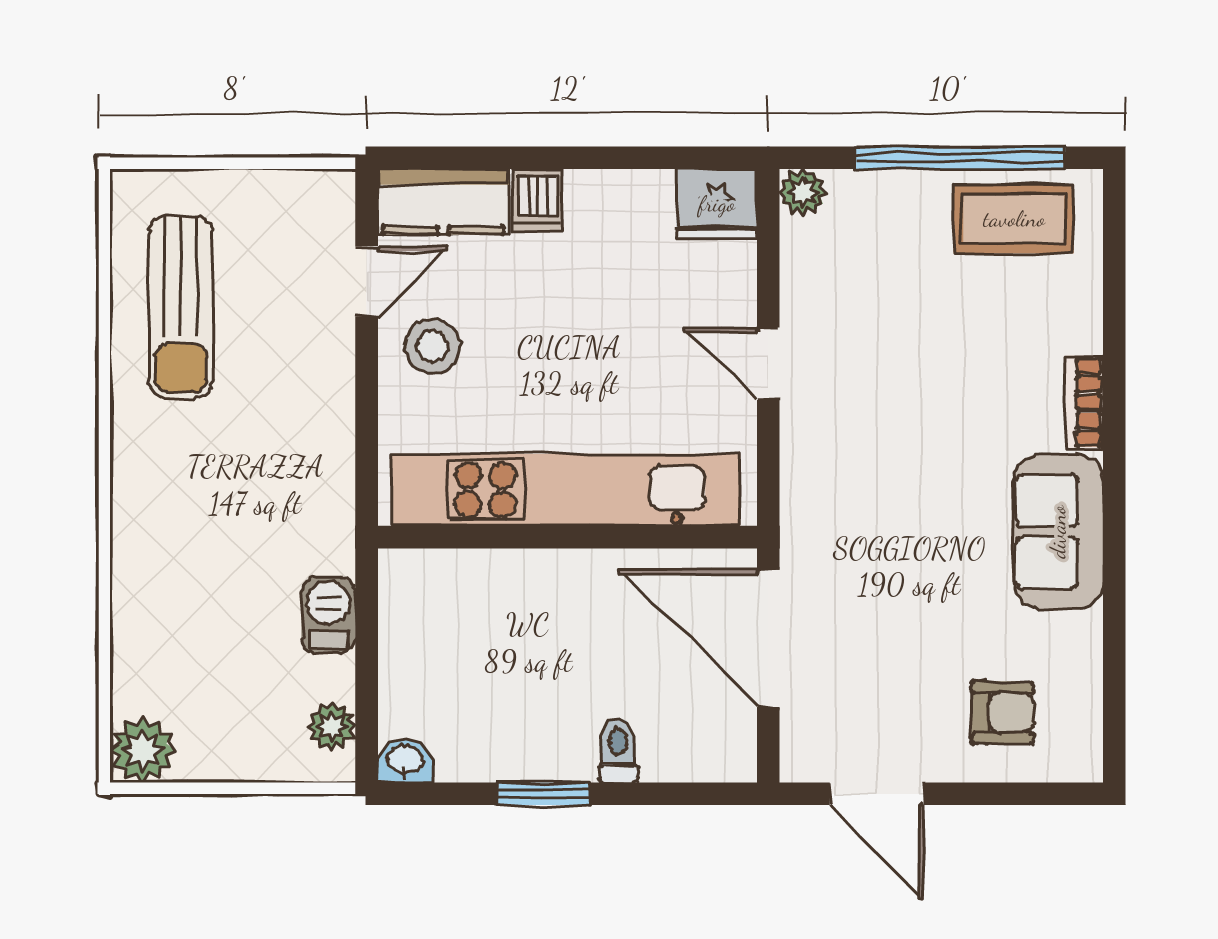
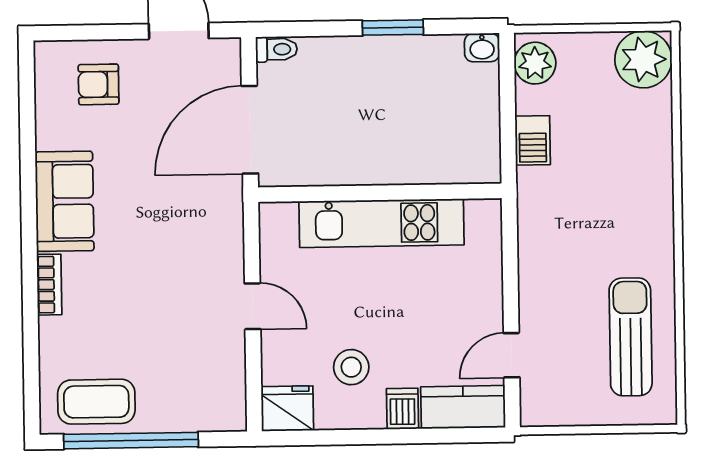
plant: (803, 192) -> (232, 417), removed
stool: (432, 346) -> (351, 367), moved
kitchen unit: (566, 490) -> (382, 223), width x0.73
door: (768, 638) -> (250, 130), swing flipped
plant: (332, 726) -> (535, 63), width x1.38, depth x1.38
plant: (143, 750) -> (643, 59), width x1.36, depth x1.36
toilet: (618, 750) -> (276, 49), moved, turned -90

